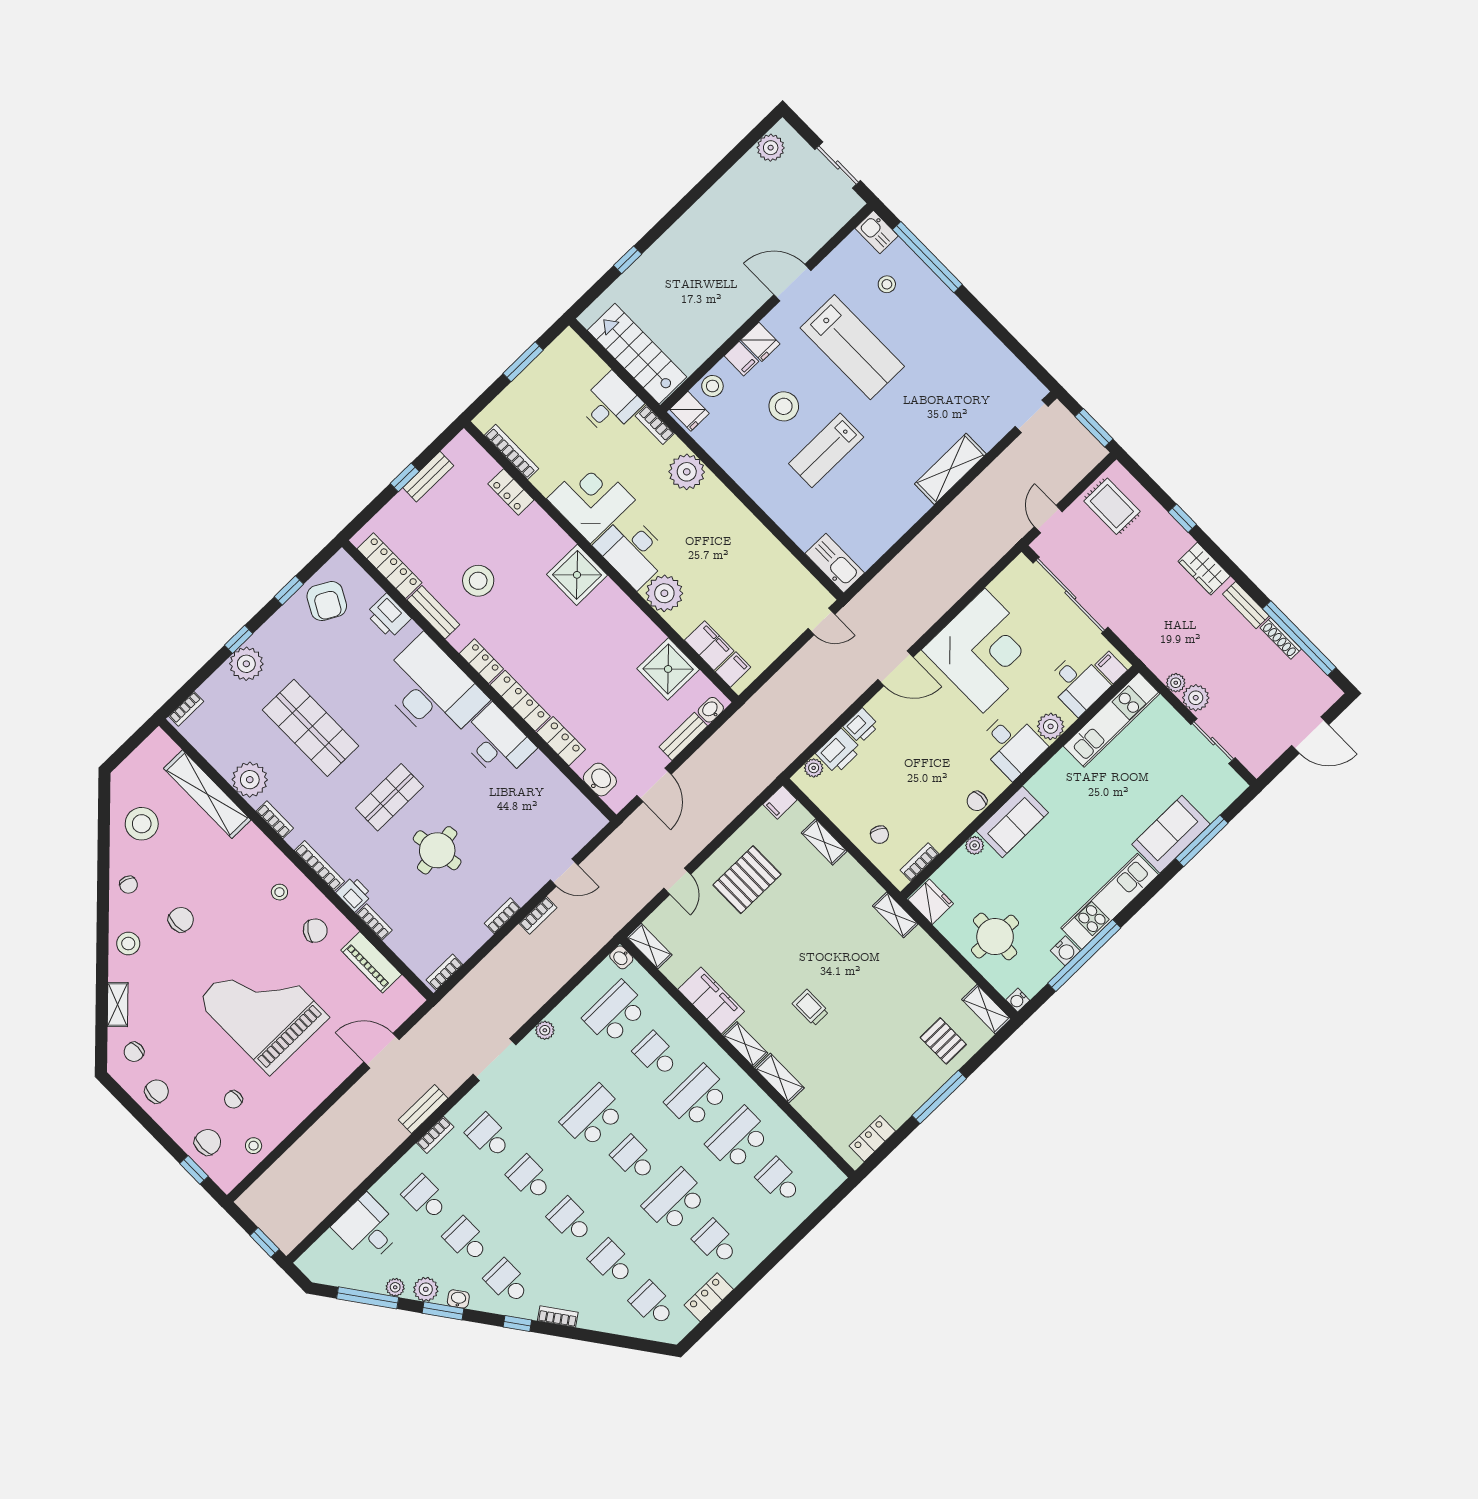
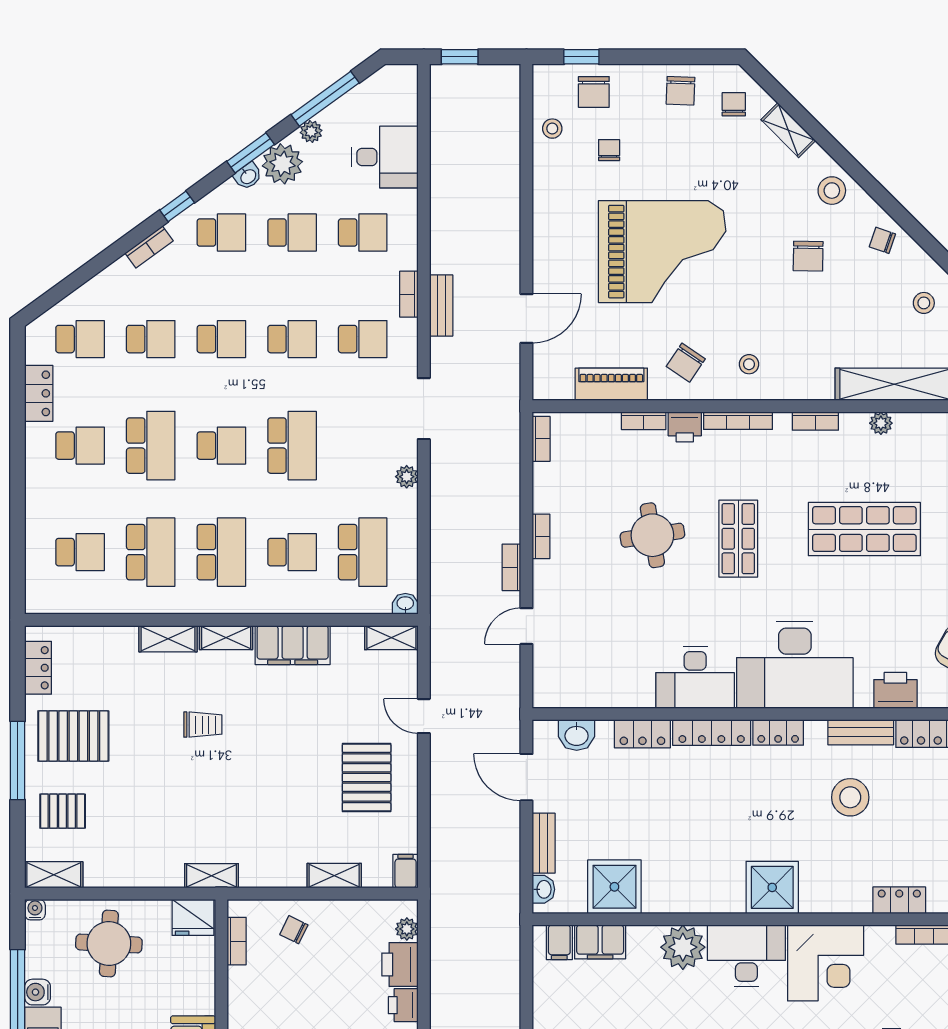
plant: (250, 780) -> (881, 423), width x0.53, depth x0.53
stool: (142, 824) -> (924, 303), width x0.53, depth x0.53
plant: (975, 845) -> (205, 1003), removed
pallet: (892, 1078) -> (73, 736), added
plant: (426, 1289) -> (282, 164), width x1.36, depth x1.36

